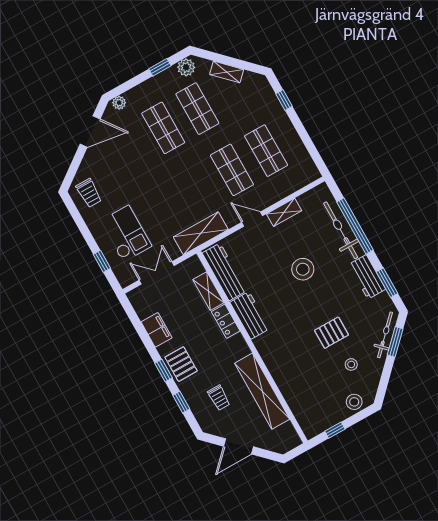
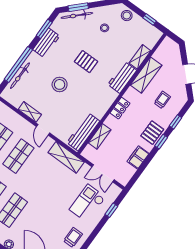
bicycle: (341, 230) -> (20, 76), width x0.73, depth x0.71
workbench: (250, 315) -> (122, 77), moved
locker: (226, 321) -> (120, 108), moved
pallet: (332, 333) -> (86, 62), moved
shelving: (262, 391) -> (146, 75), width x0.68
shelving: (290, 394) -> (140, 57), added

